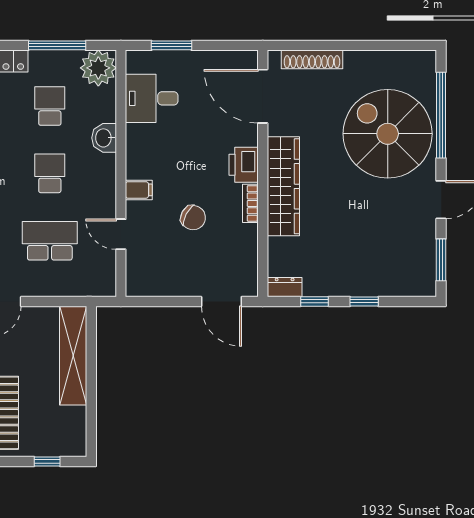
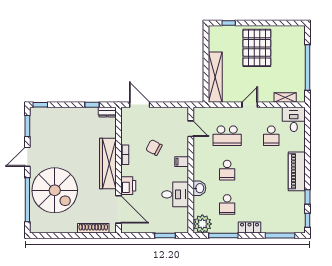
desk: (152, 98) -> (175, 194), moved
printer: (244, 165) -> (128, 186), moved
door: (121, 234) -> (191, 129), moved
window: (364, 301) -> (40, 105), moved

